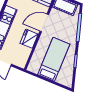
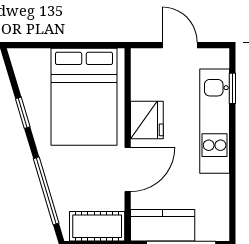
bed: (54, 59) -> (84, 97), width x1.50

